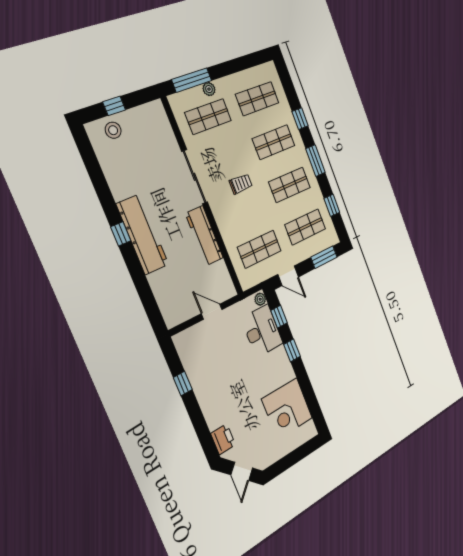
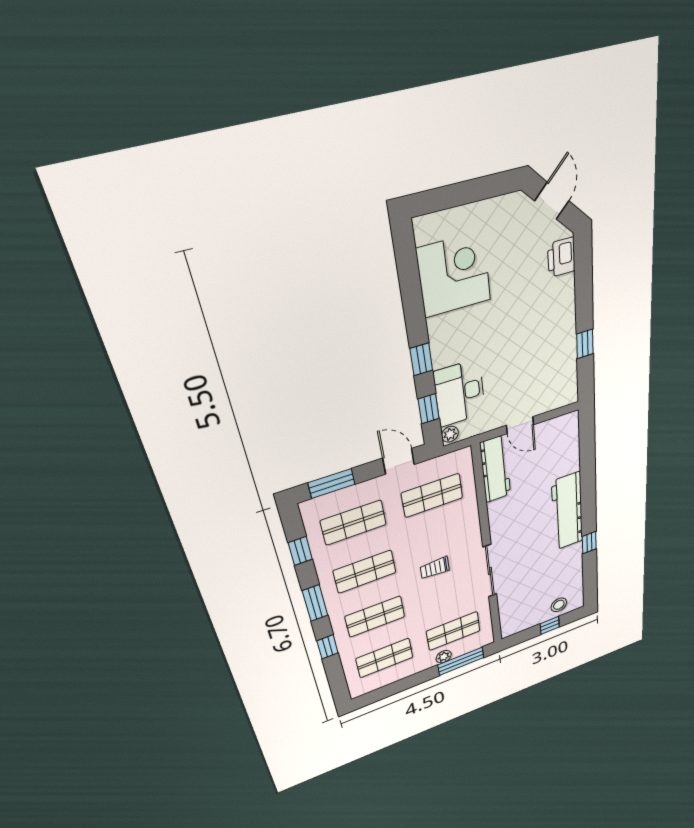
window: (121, 234) -> (589, 543), moved
workbench: (204, 236) -> (495, 469), moved

